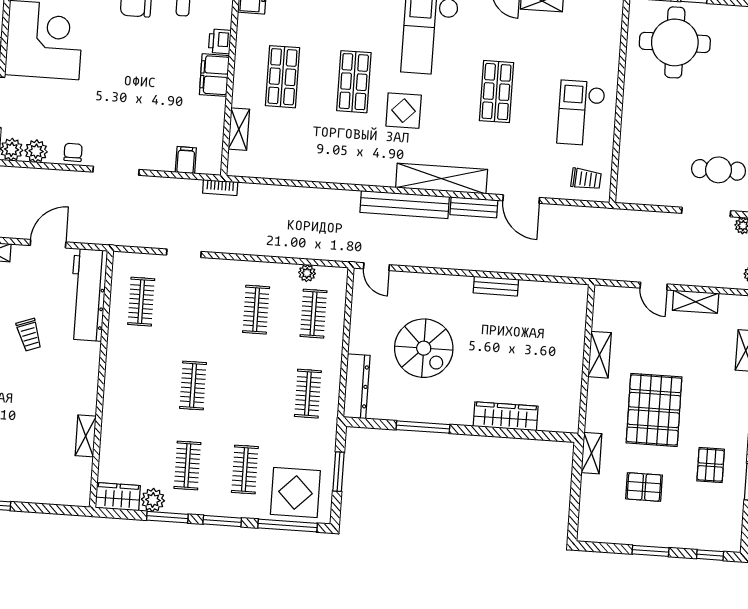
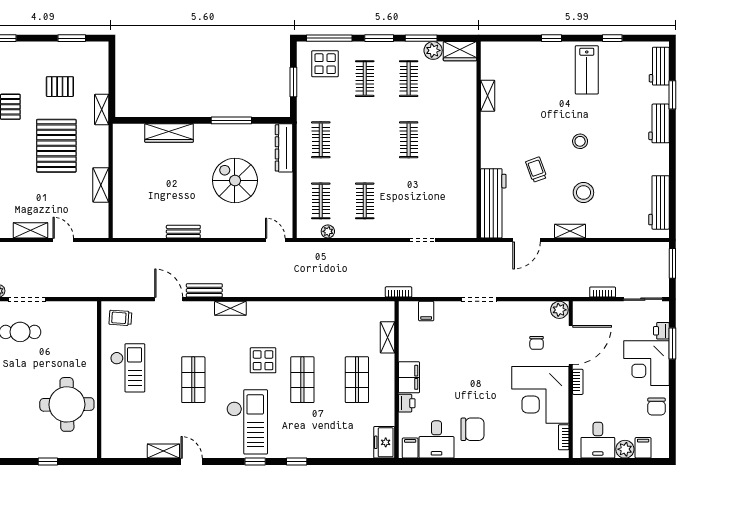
round table: (675, 42) -> (67, 404), moved
plant: (36, 151) -> (541, 310), removed
chair: (73, 152) -> (537, 343), moved
shelving: (442, 179) -> (230, 308), width x0.45, depth x0.75
bench: (405, 205) -> (257, 289), removed
clothes rail: (141, 302) -> (453, 201), removed
display table: (295, 493) -> (325, 64), width x0.73, depth x0.73
window: (650, 551) -> (72, 38), moved

